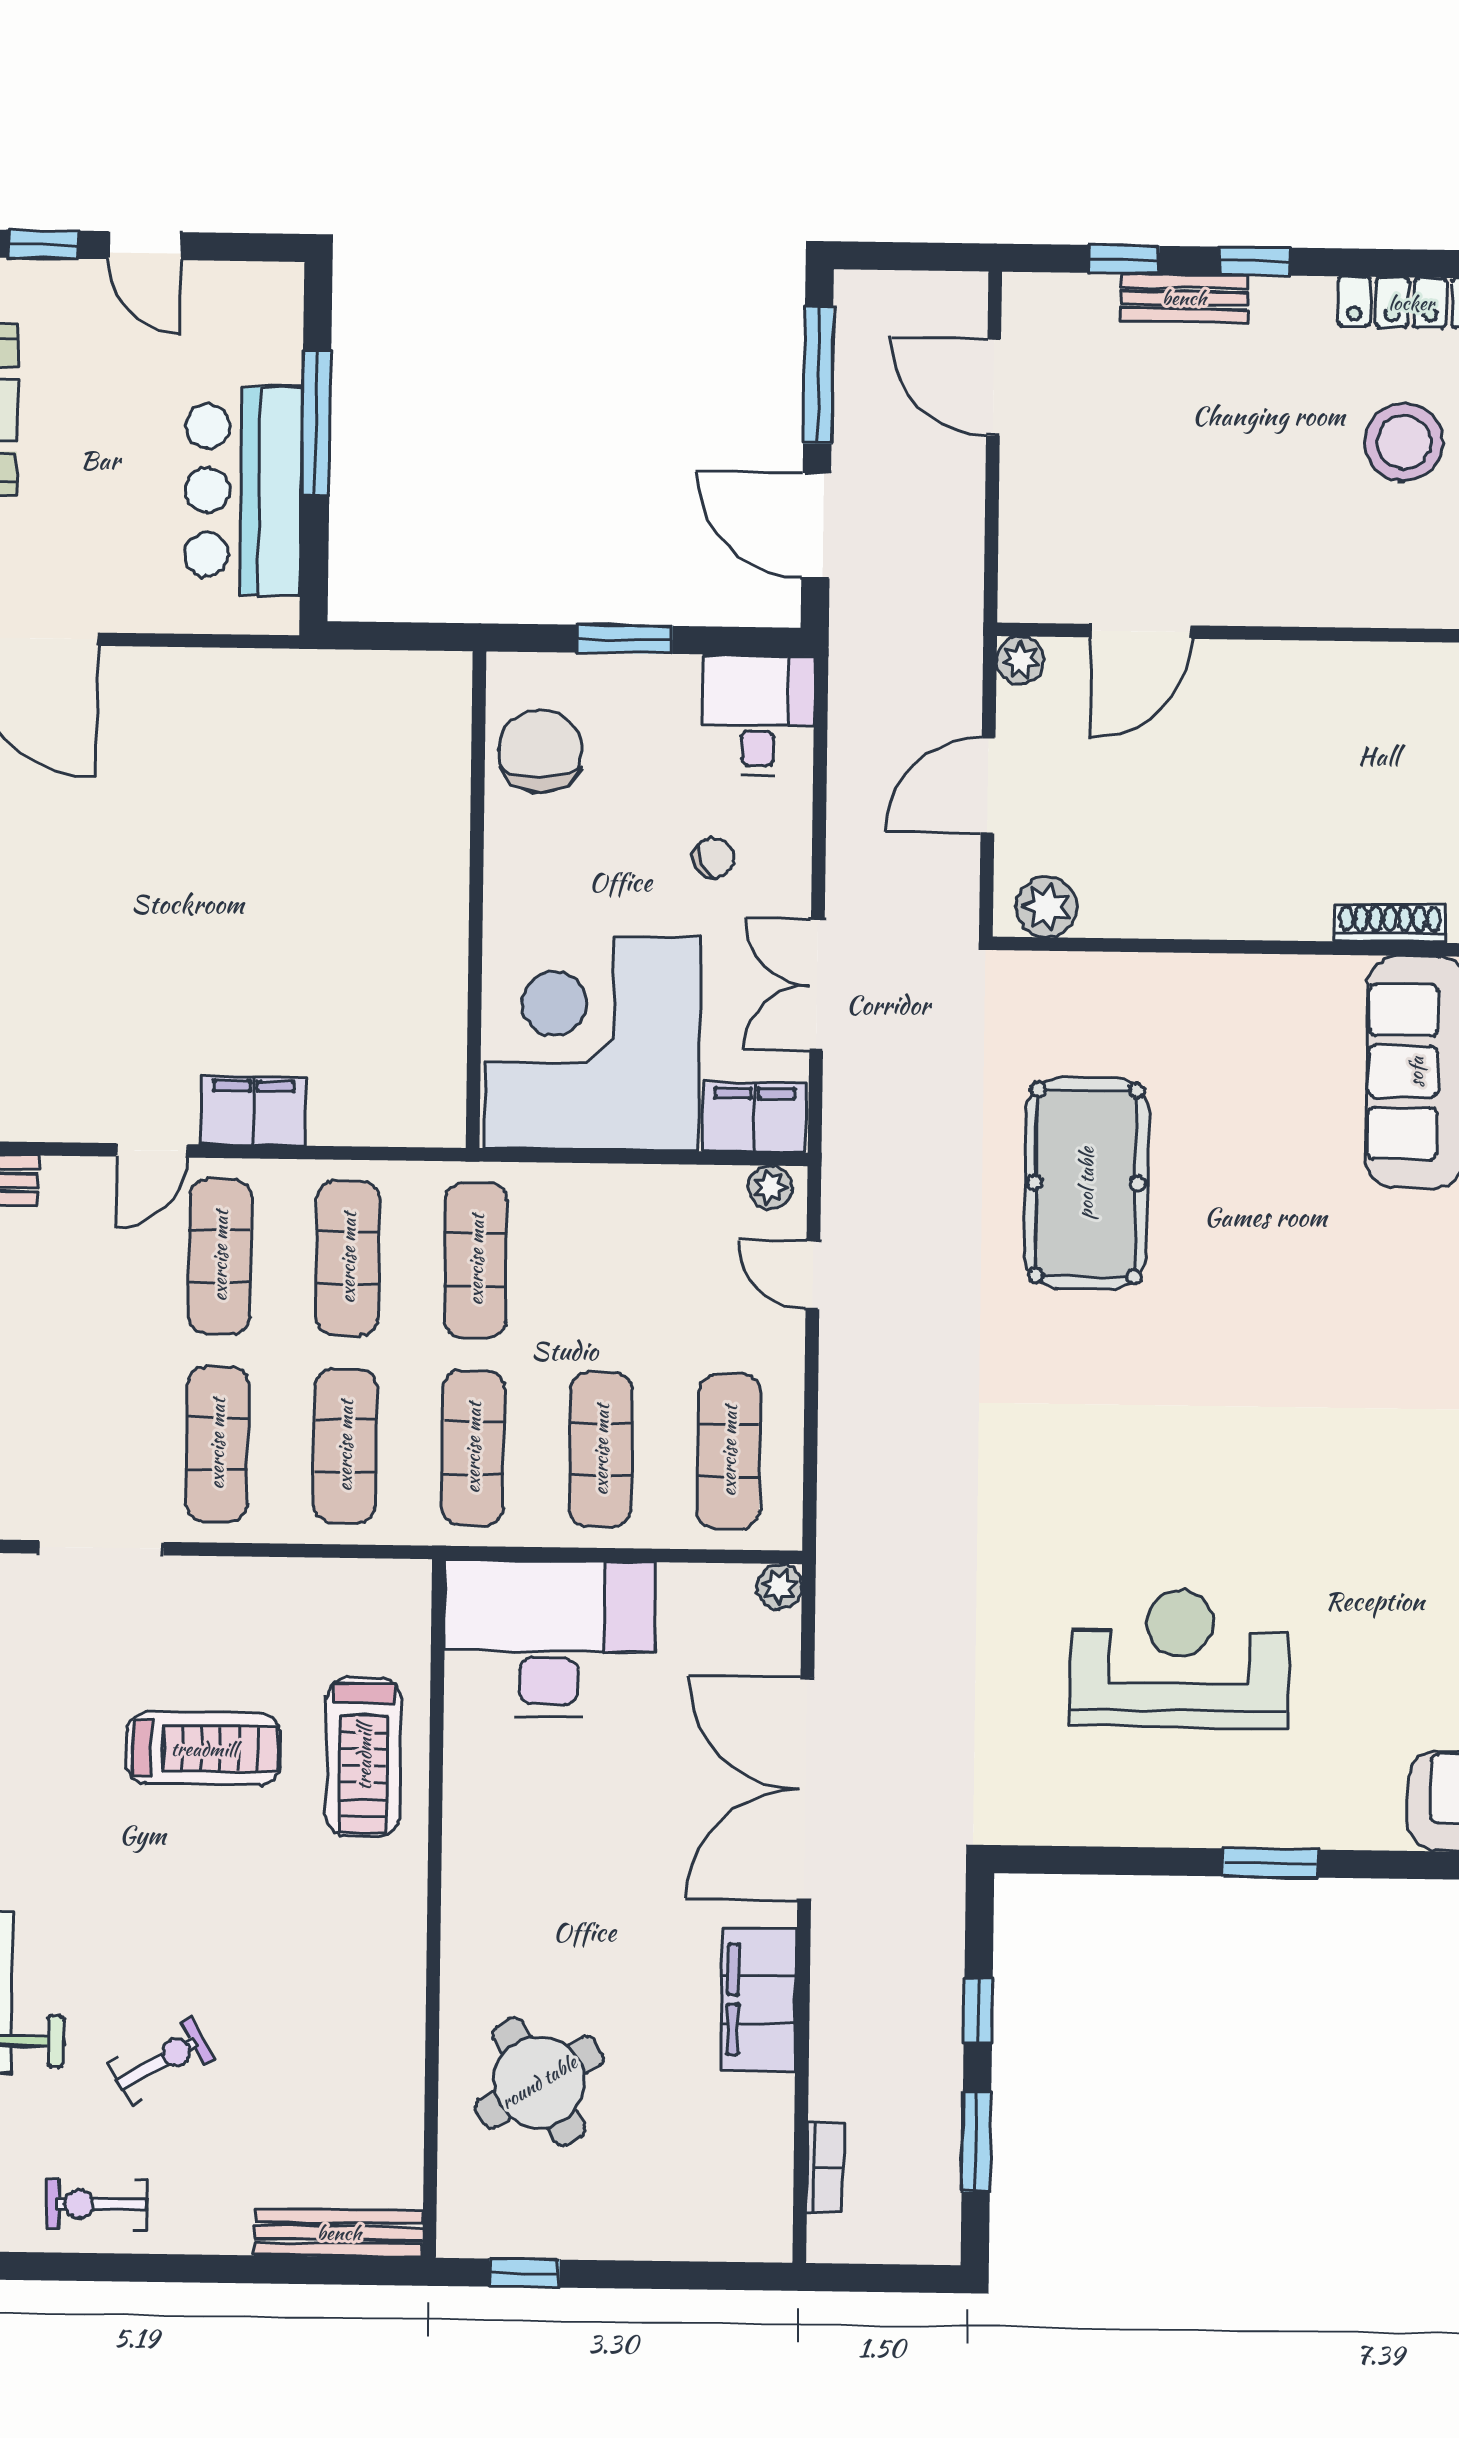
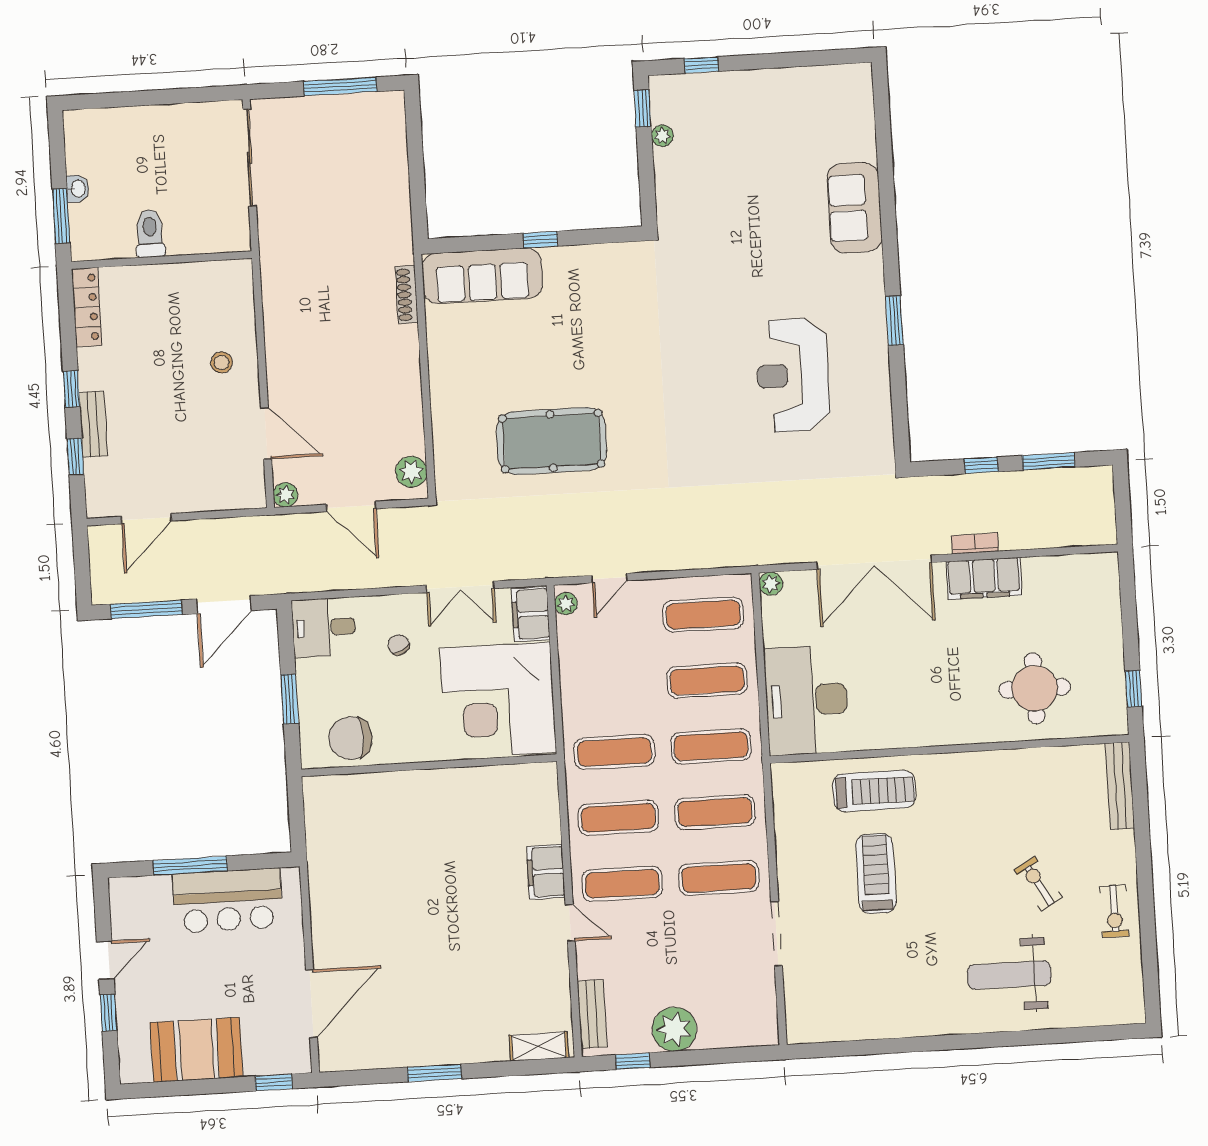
stool: (1404, 442) -> (222, 363), moved, width x0.53, depth x0.53
round table: (539, 2082) -> (1035, 688), turned 32
bookcase: (825, 2168) -> (975, 544), moved

